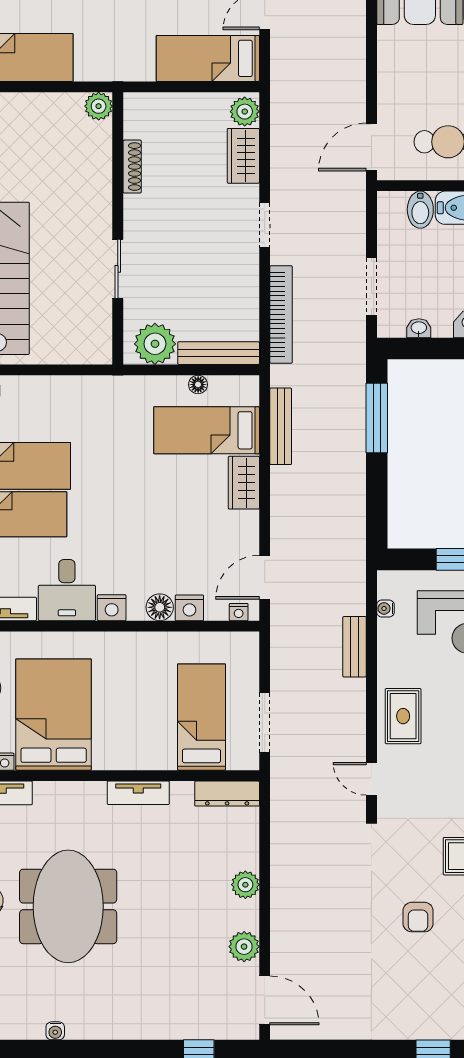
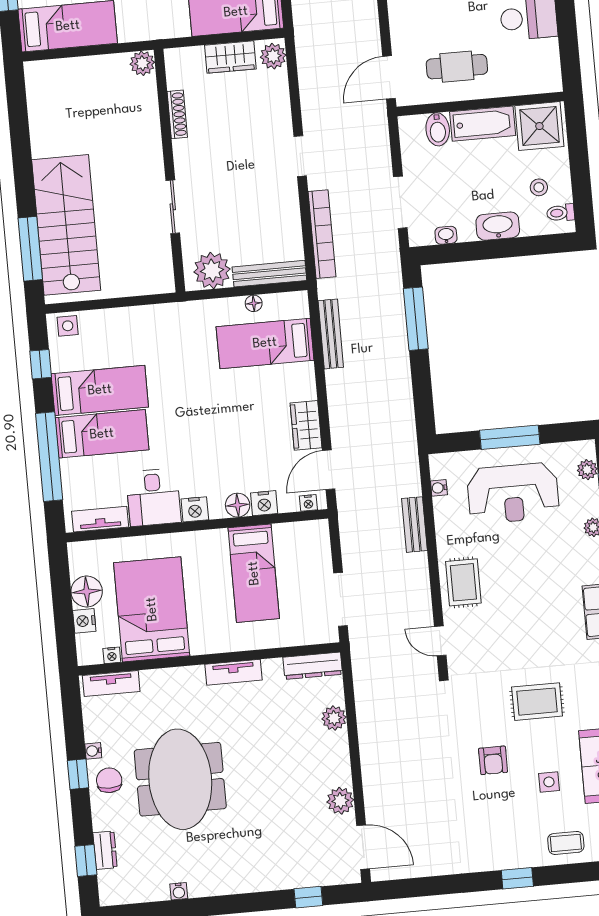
wardrobe: (243, 156) -> (230, 57), moved, turned -90
wardrobe: (244, 483) -> (306, 425), moved
bed: (201, 717) -> (254, 573), moved, turned 180
plant: (245, 885) -> (334, 718), moved

